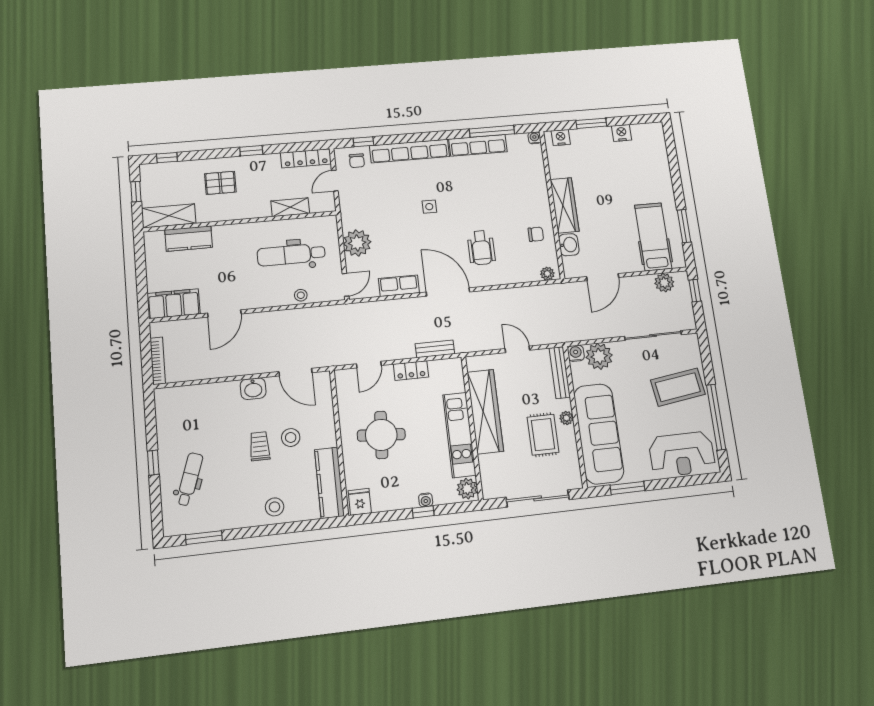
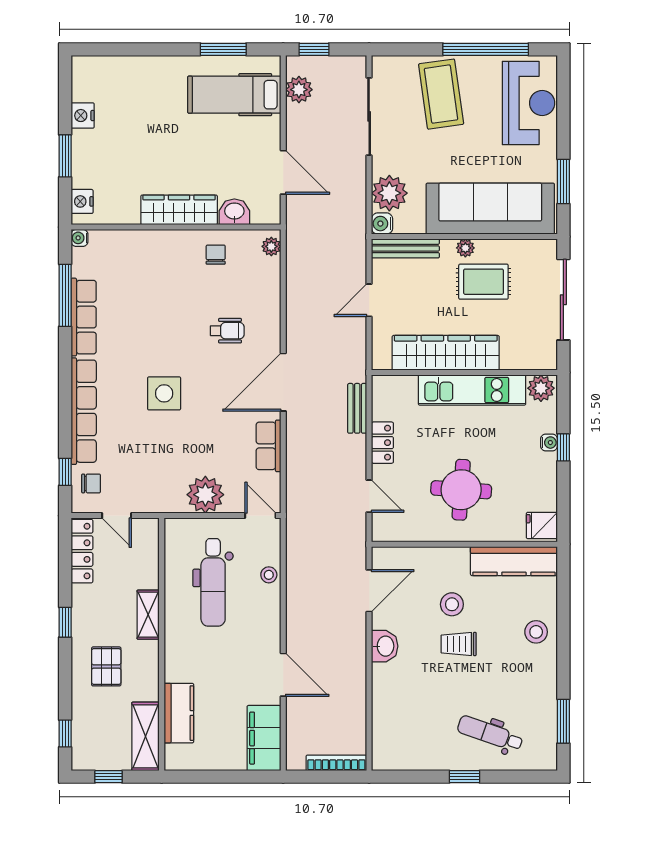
shelving: (290, 207) -> (148, 615), moved
side table: (429, 207) -> (164, 393), width x1.87, depth x1.87
wheelchair: (481, 248) -> (227, 331), width x0.73, depth x0.73

